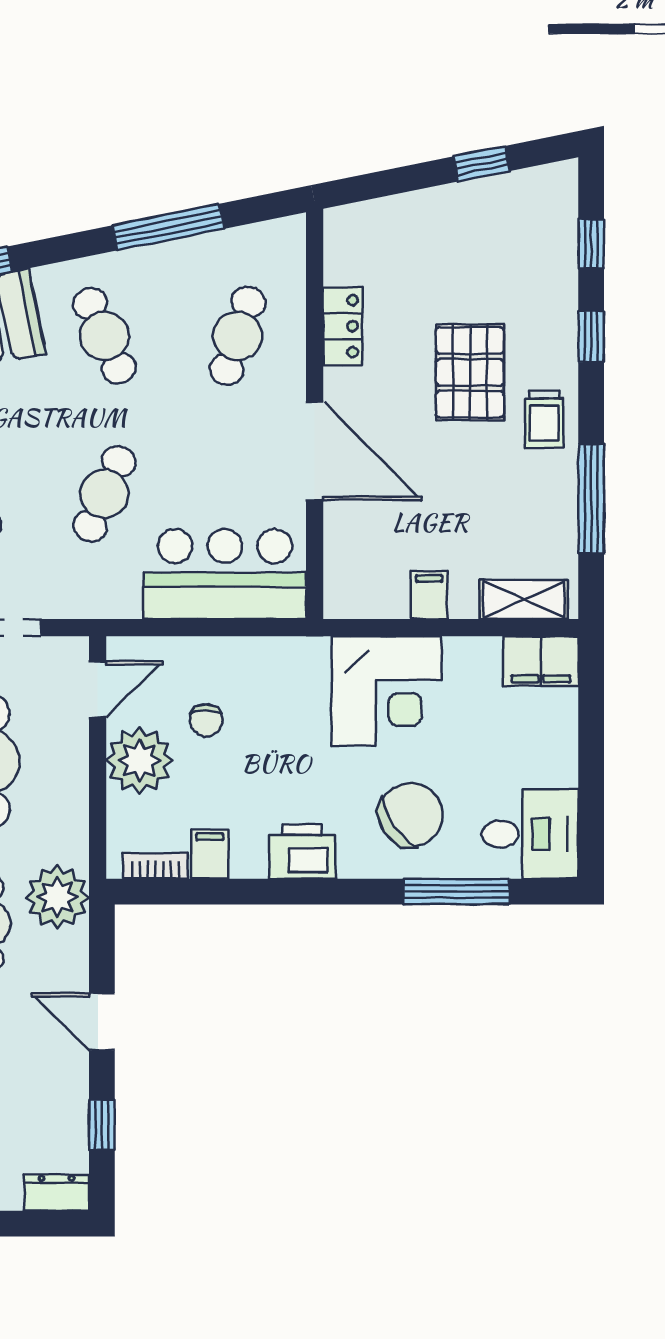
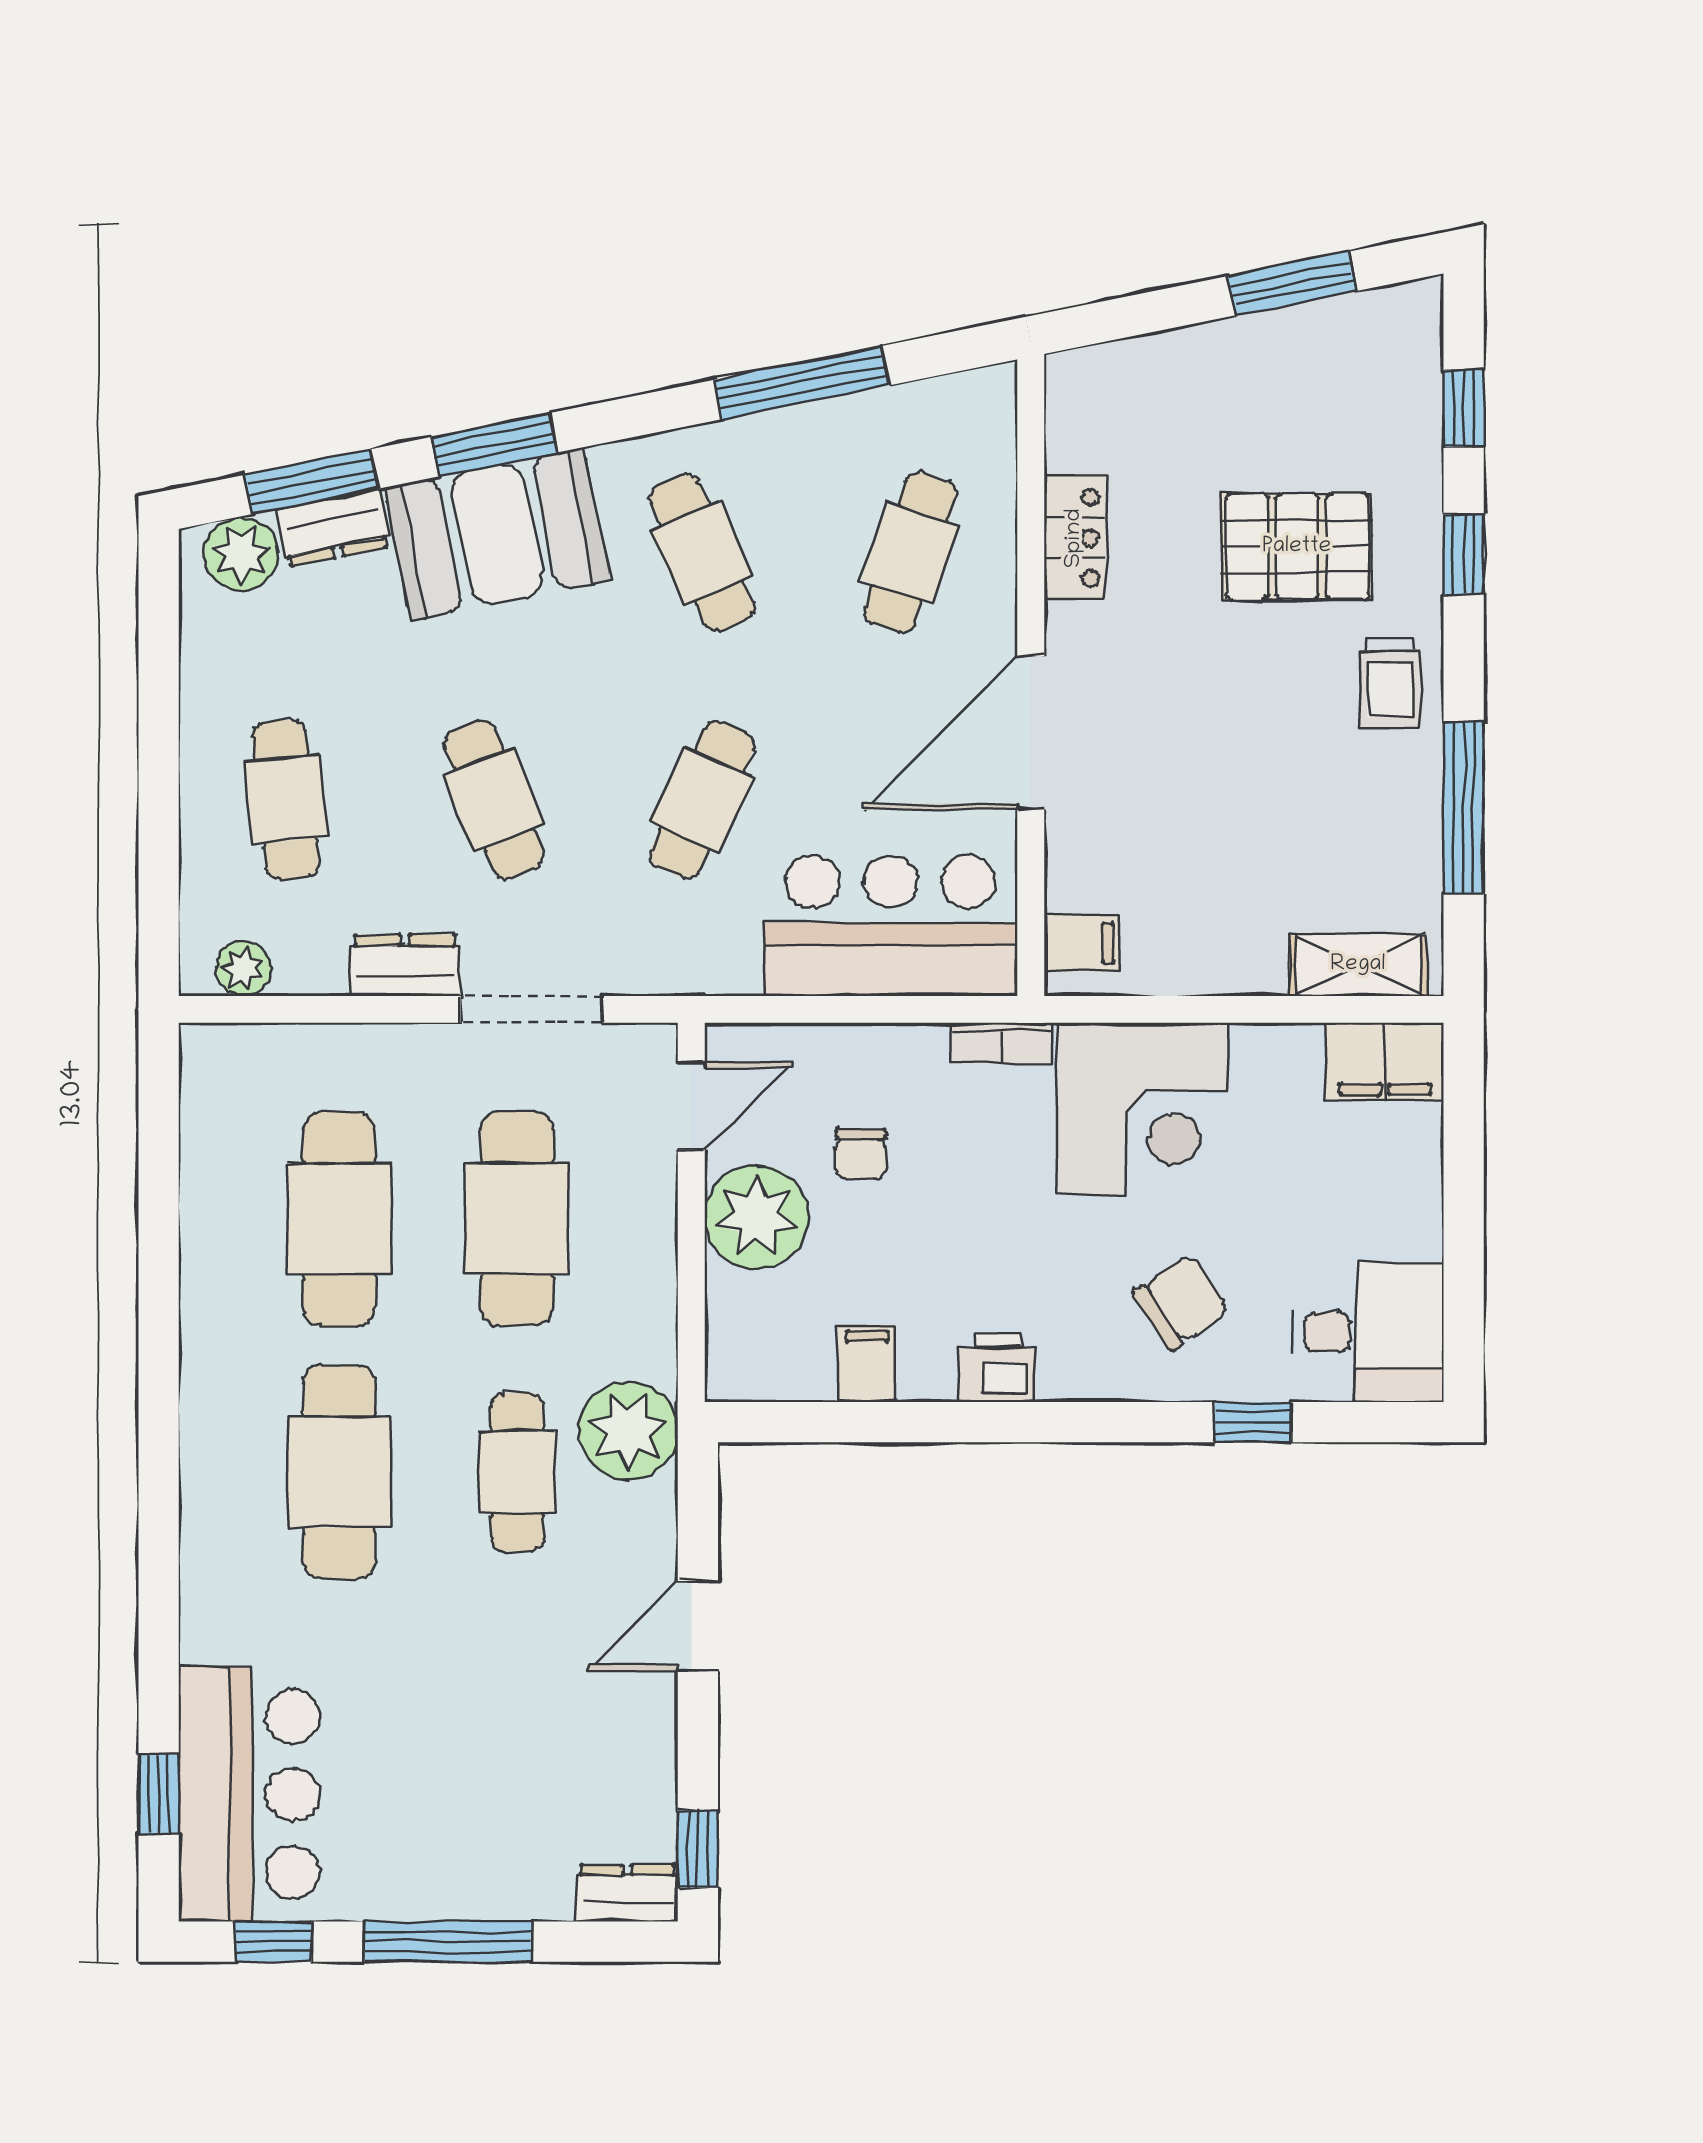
window: (481, 164) -> (1292, 284), width x1.50
pallet: (470, 372) -> (1297, 547), moved, turned 90
door: (315, 451) -> (1031, 733), swing flipped
filing cabinet: (429, 595) -> (1082, 943), moved, turned 90
chair: (411, 815) -> (1181, 1302), width x0.73, depth x0.73
printer: (302, 851) -> (997, 1368), width x0.73, depth x0.81
bookcase: (156, 866) -> (1002, 1043), moved, turned 180
window: (457, 892) -> (1253, 1422), width x0.46
door: (102, 1022) -> (698, 1626), hinge flipped
window: (102, 1125) -> (698, 1849), moved

